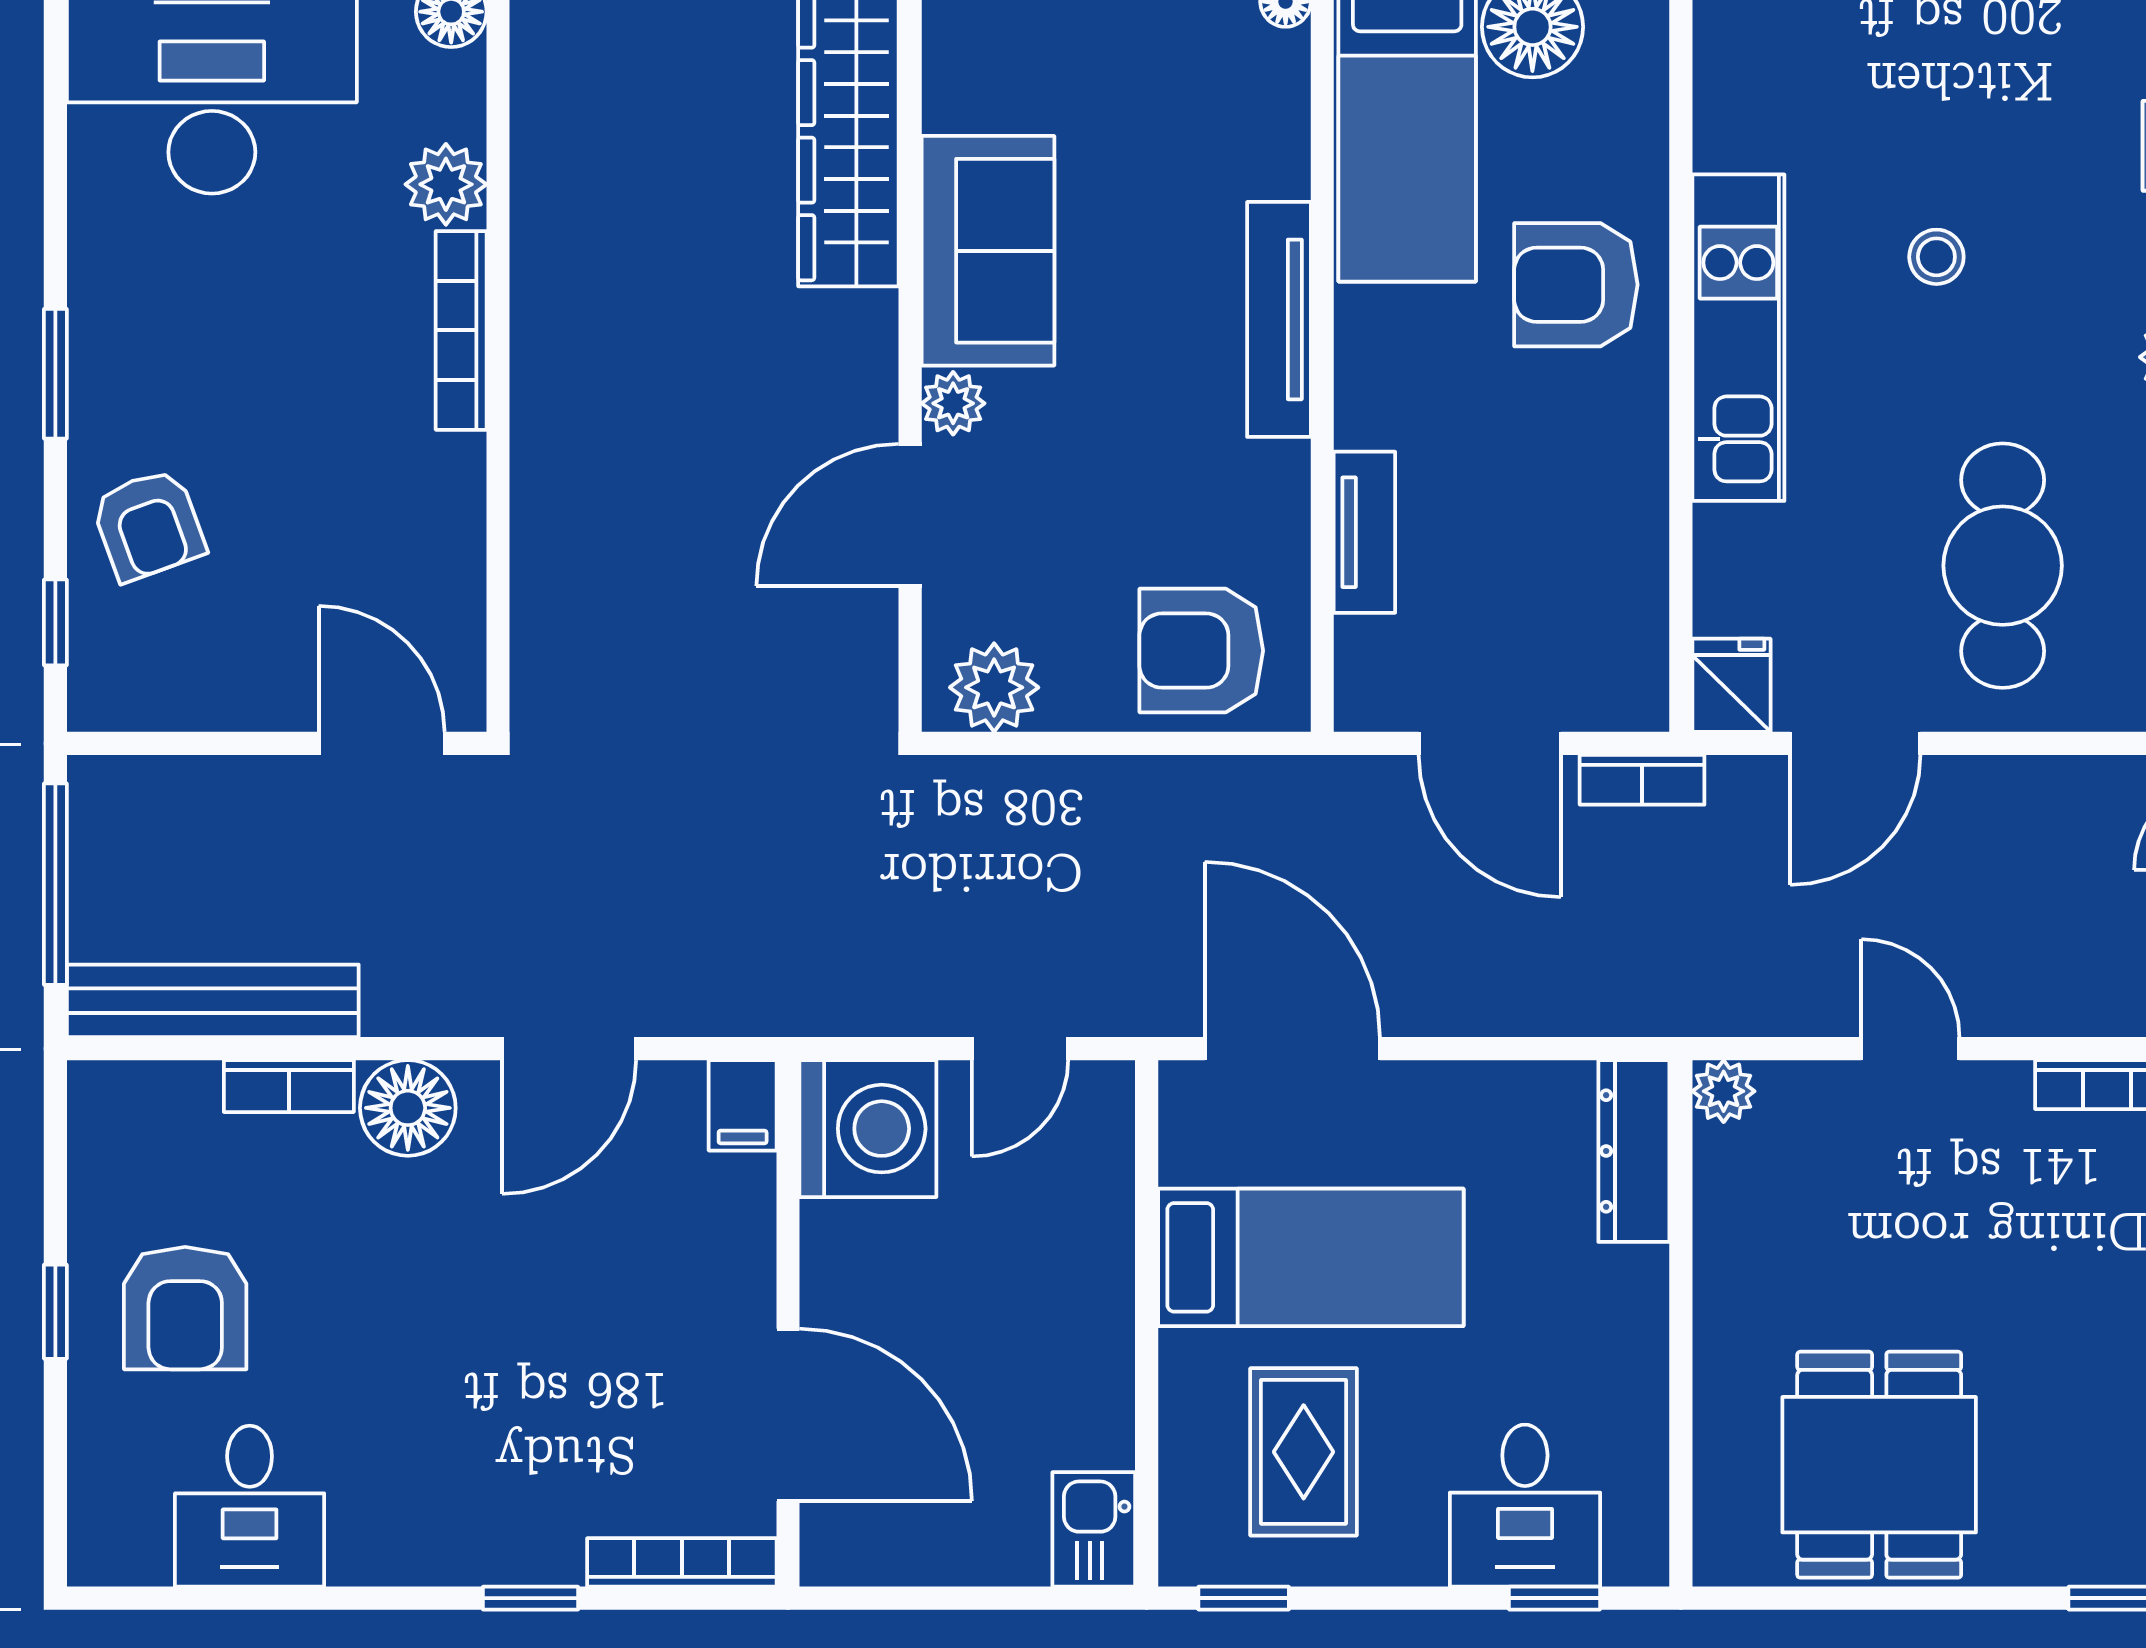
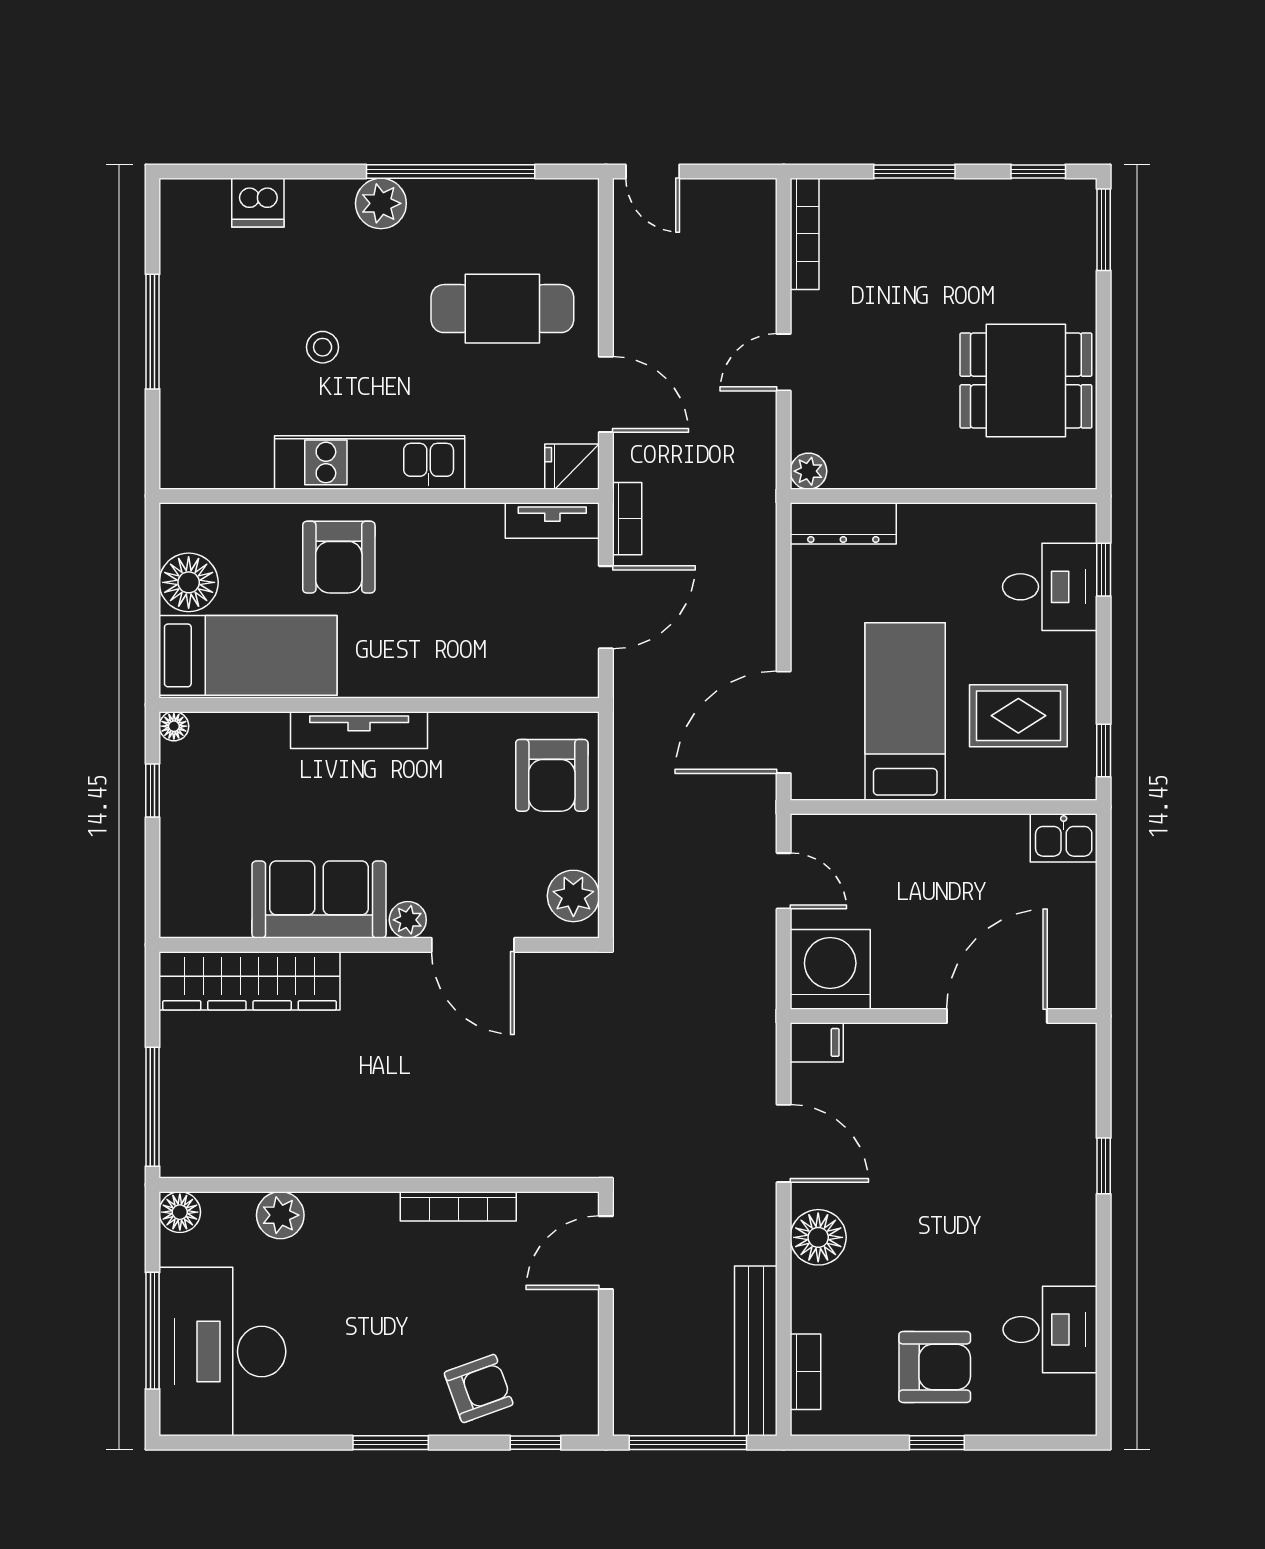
bookcase: (461, 330) -> (458, 1206), moved
tv unit: (1364, 532) -> (552, 521), moved, turned 180
bookcase: (289, 1086) -> (805, 1372), moved
bookcase: (682, 1562) -> (1083, 1078), removed

